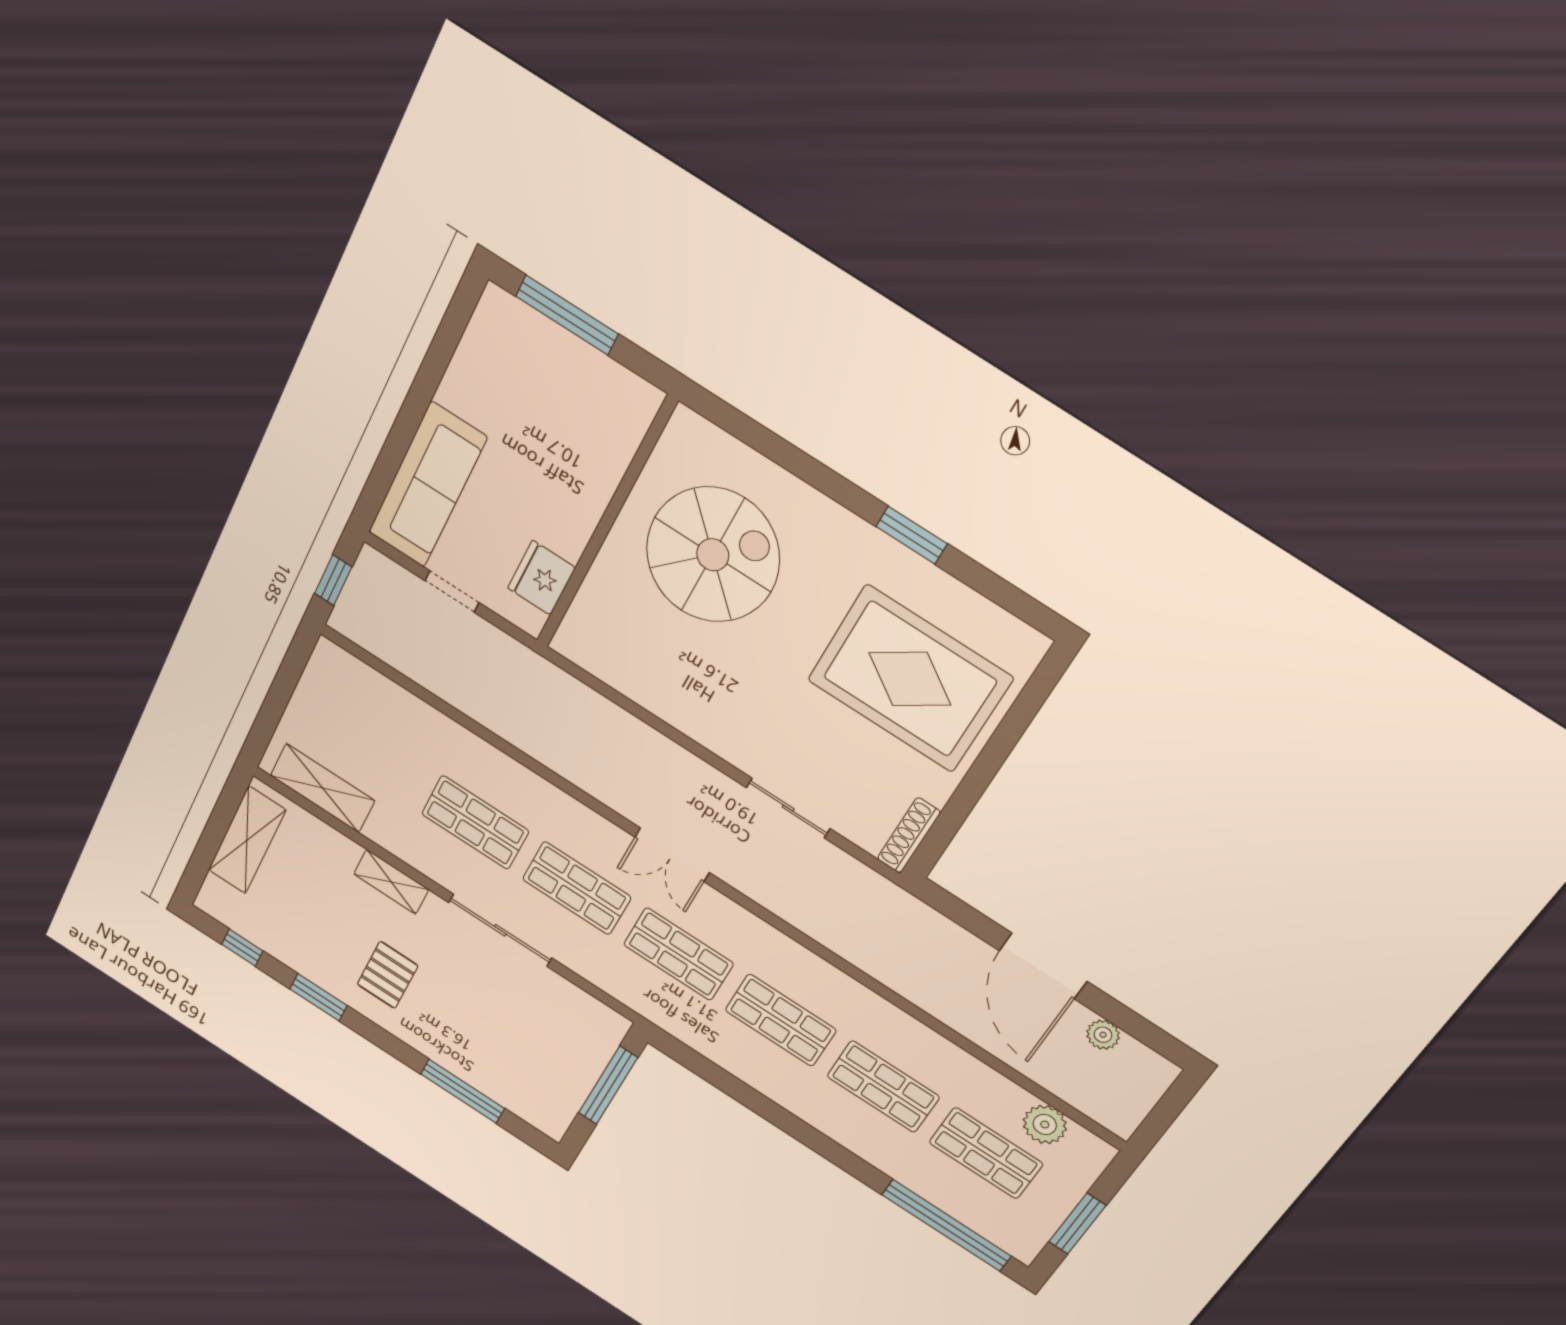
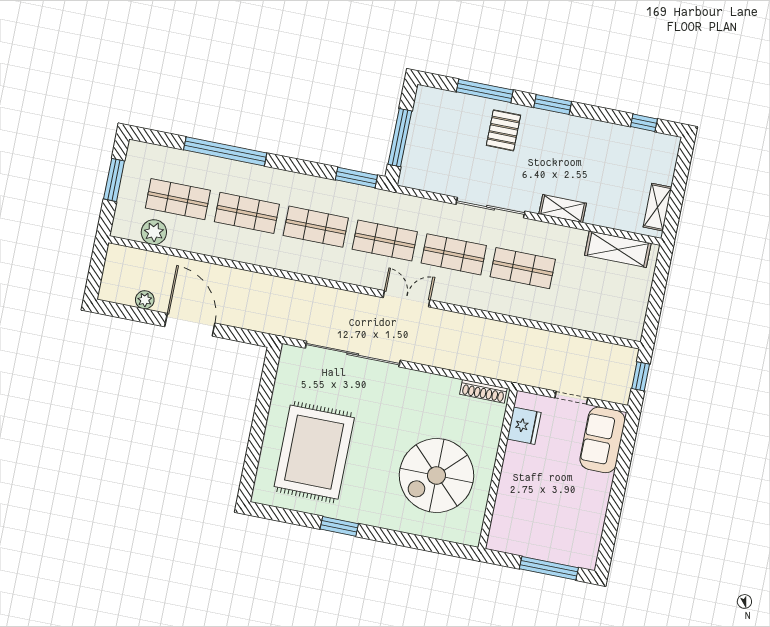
sofa: (427, 485) -> (602, 440), width x0.73
rug: (910, 679) -> (314, 452), turned 90
sliding door: (788, 808) -> (353, 354), width x1.86
shoe rack: (909, 835) -> (483, 391), moved, turned 90
shelving: (247, 840) -> (657, 207), width x0.67, depth x0.75
pallet: (388, 975) -> (503, 130), moved
window: (318, 997) -> (553, 104), moved
window: (693, 1061) -> (356, 178), added
window: (946, 1225) -> (225, 151), moved

